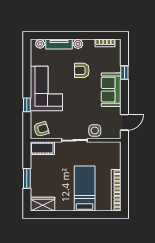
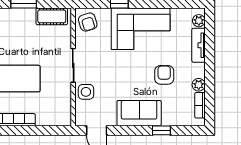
plant: (78, 44) -> (199, 85), moved
cot: (42, 148) -> (52, 16), moved, turned 90

